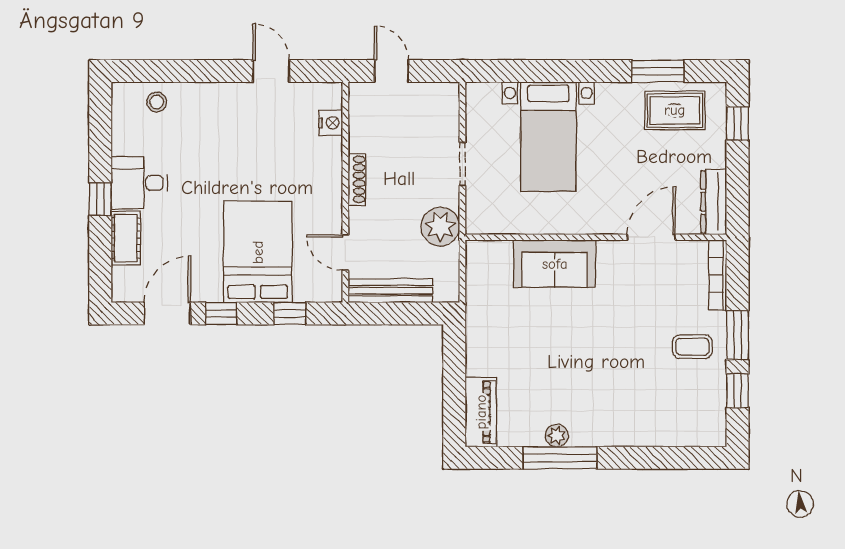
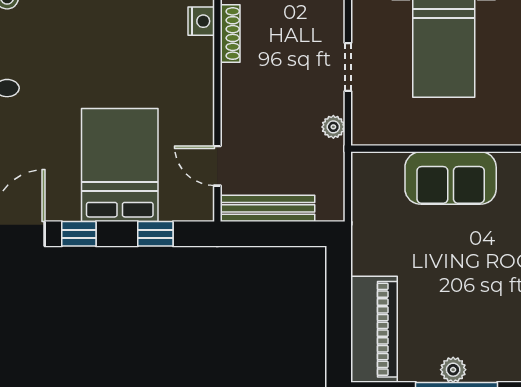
shoe rack: (357, 179) -> (230, 34), moved
plant: (440, 227) -> (333, 127), width x0.53, depth x0.53
piano: (481, 412) -> (374, 329), width x1.37, depth x1.33

